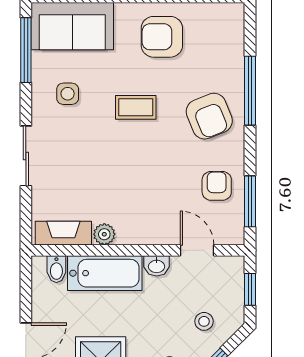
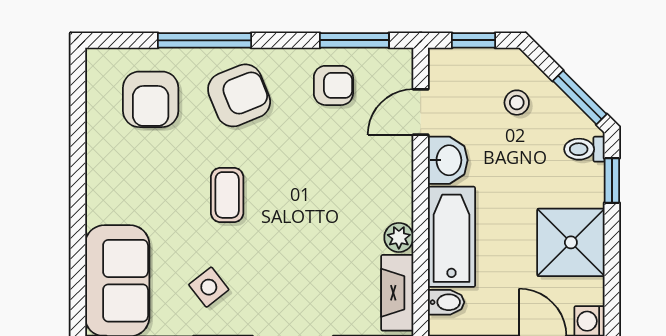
armchair: (162, 37) -> (151, 99), moved
side table: (68, 94) -> (209, 287), turned -38
armchair: (217, 186) -> (333, 85), turned 180
washbasin: (157, 266) -> (448, 160), width x1.38, depth x1.45

